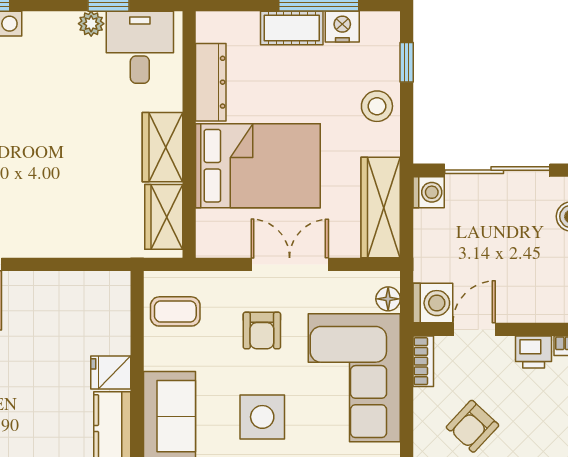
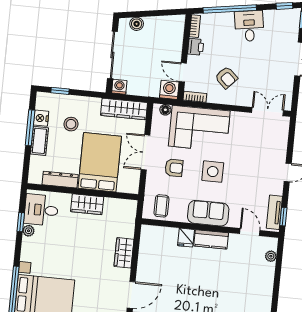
stool: (377, 106) -> (71, 124), moved
wardrobe: (164, 217) -> (124, 253), moved, turned 90

